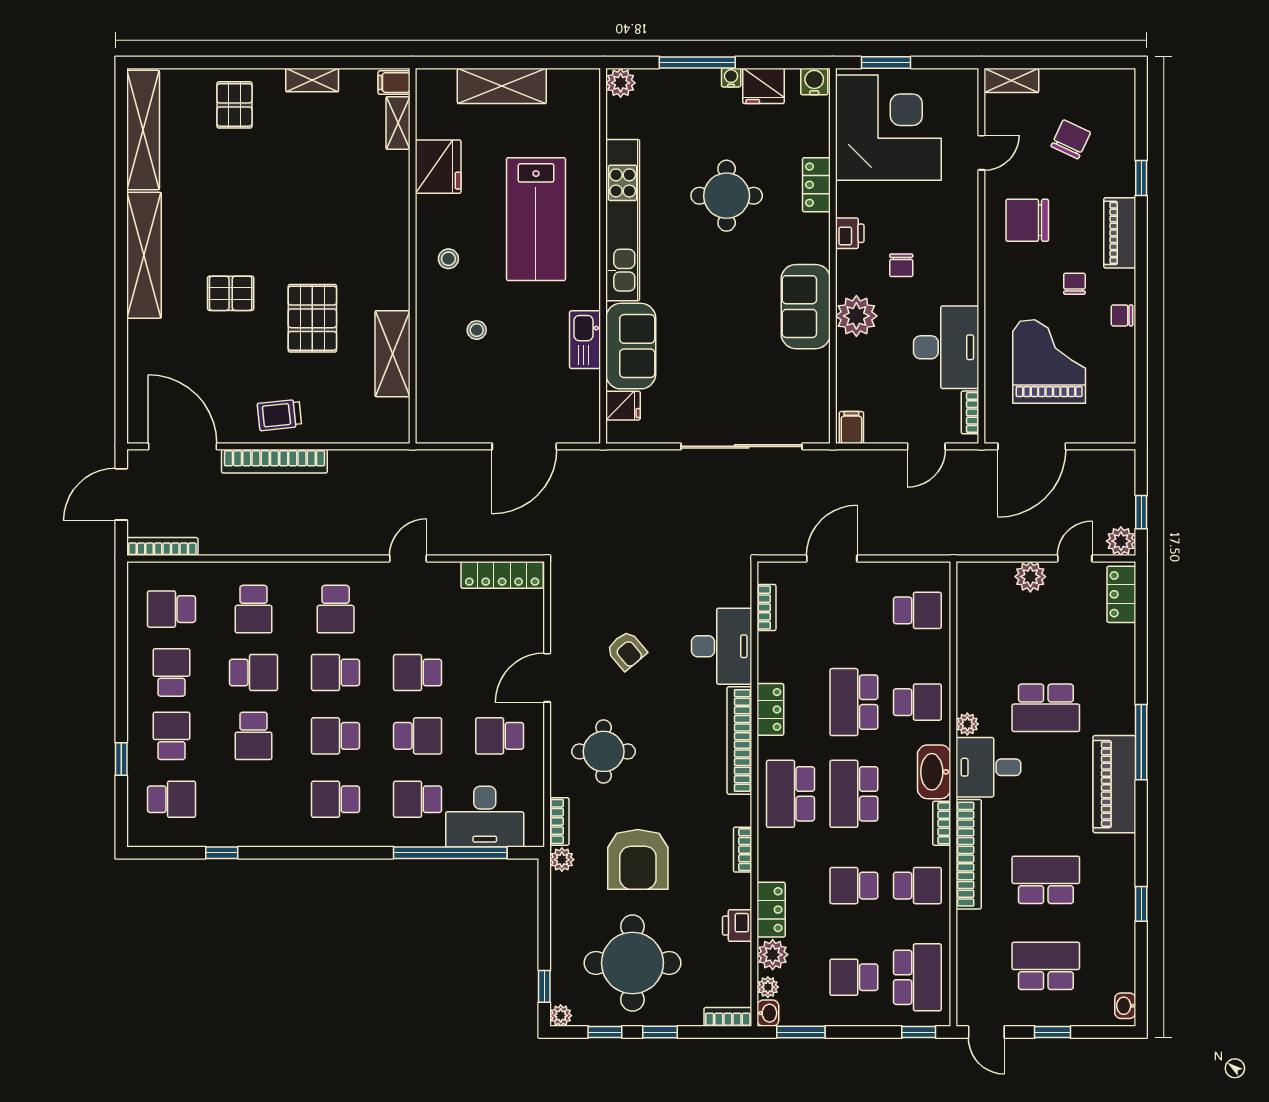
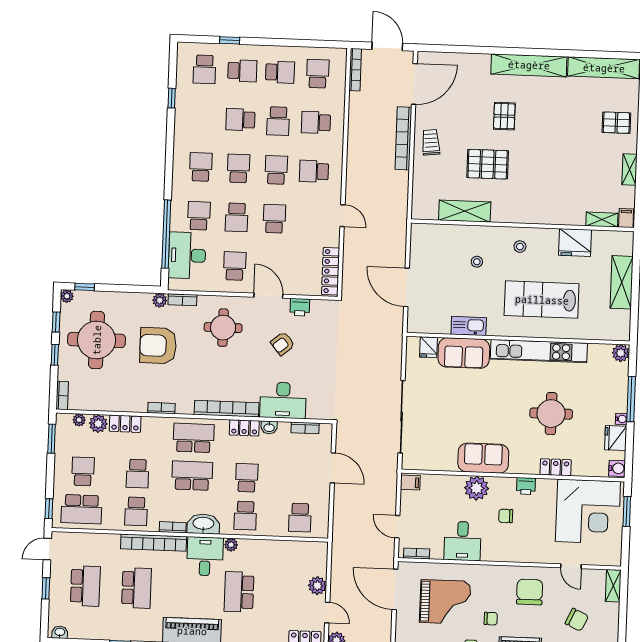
desk: (946, 347) -> (463, 541), width x0.73
school desk: (854, 702) -> (247, 478), width x0.54
school desk: (854, 886) -> (138, 474), turned 180
printer: (737, 926) -> (300, 307), moved, turned 180
washbasin: (768, 1013) -> (269, 427), moved

